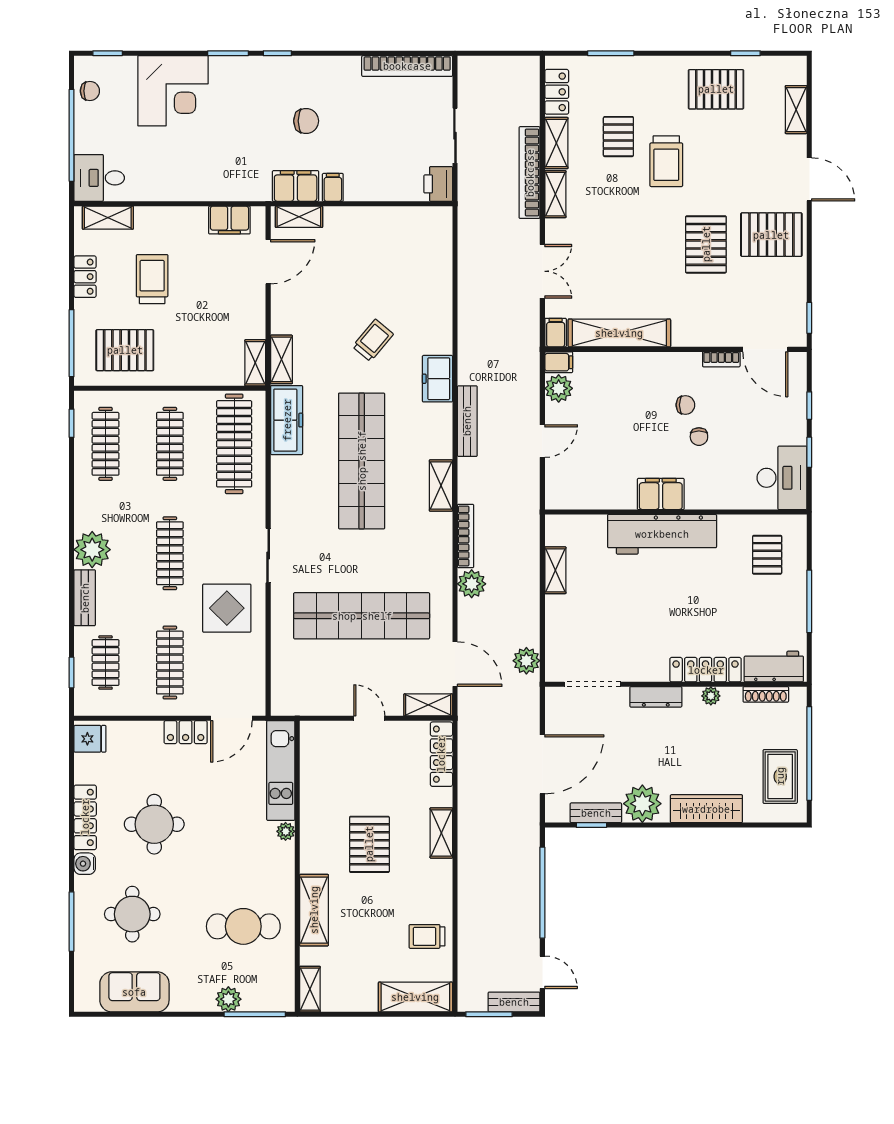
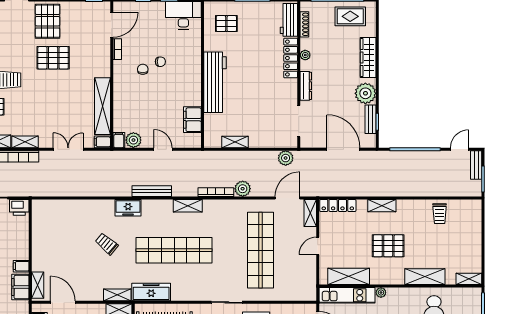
filing cabinet: (661, 494) -> (192, 120), moved
shelving: (415, 997) -> (349, 276), moved, turned 90

